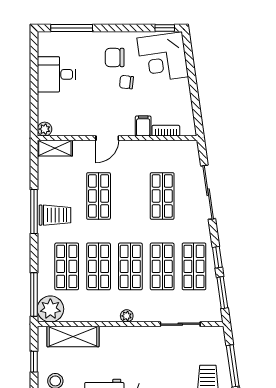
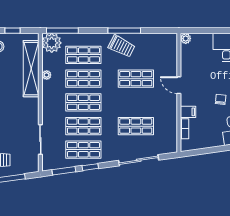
shelving: (55, 148) -> (171, 46), removed
trolley: (55, 215) -> (122, 46), turned -63
plant: (127, 316) -> (47, 75), moved
shelving: (73, 337) -> (31, 69), width x1.47

